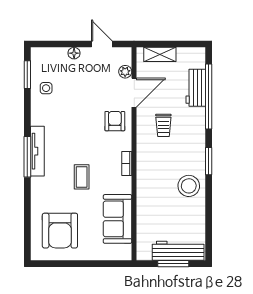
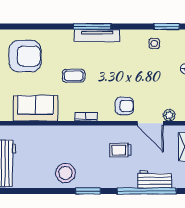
armchair: (60, 231) -> (25, 56), turned 180

